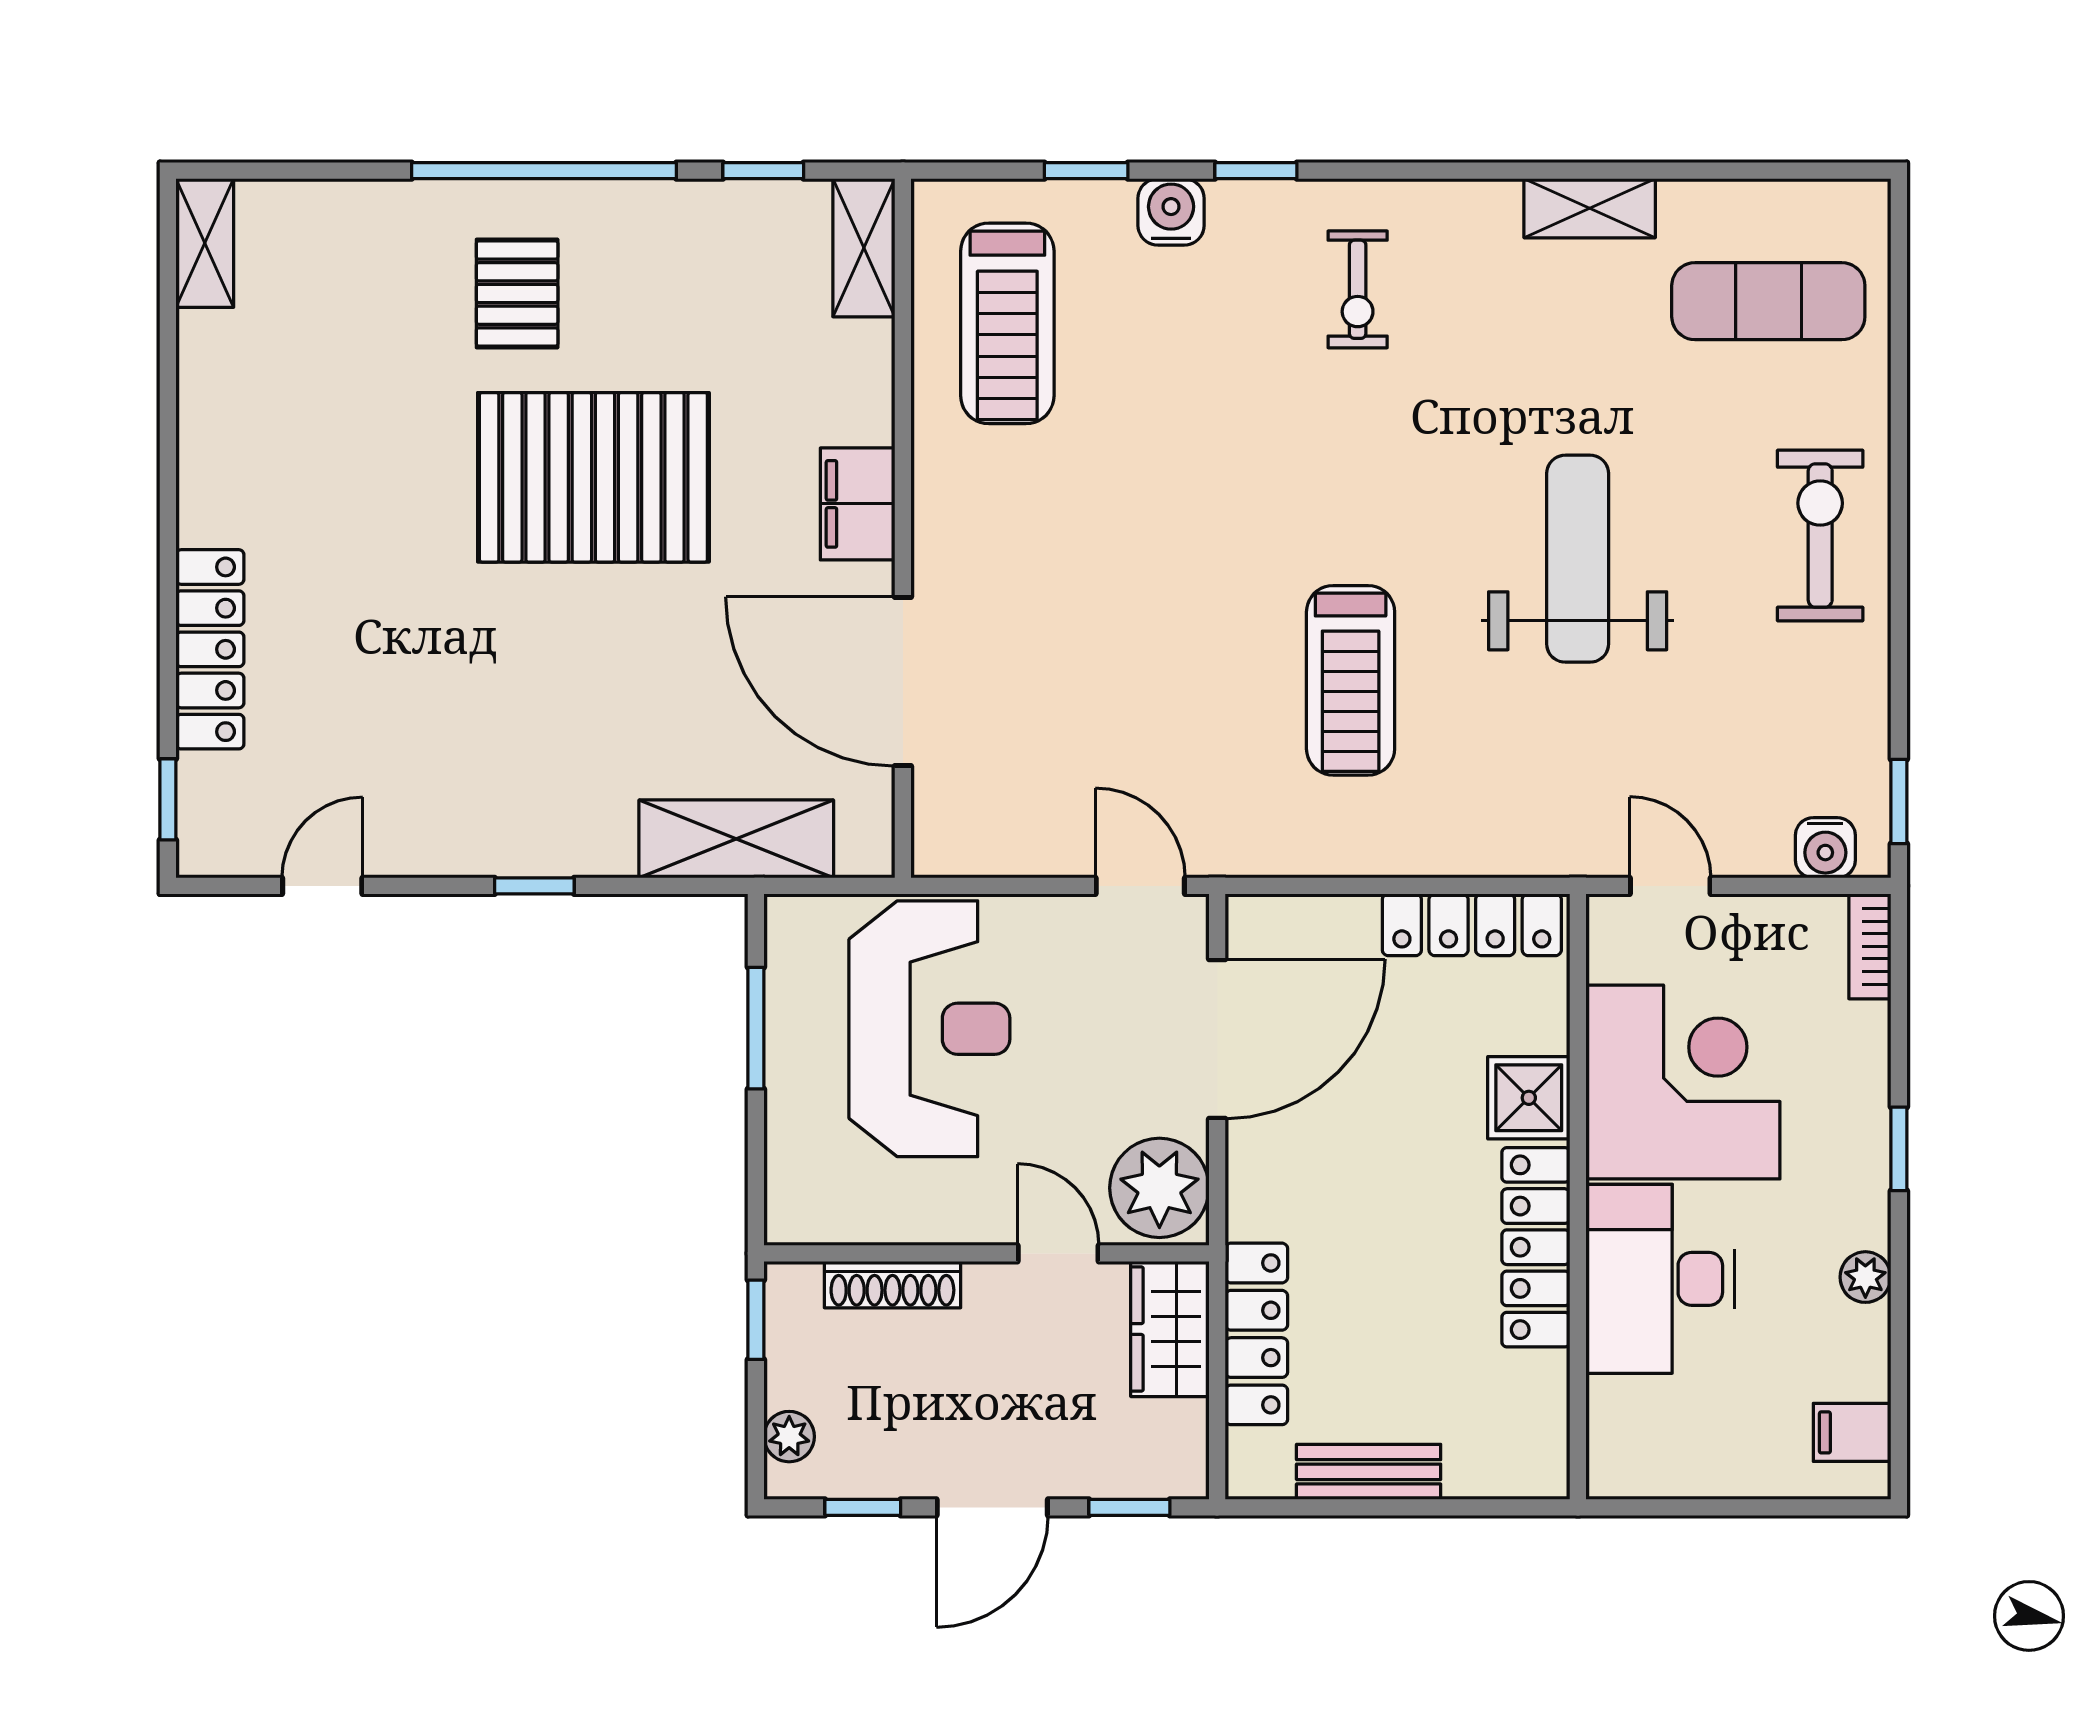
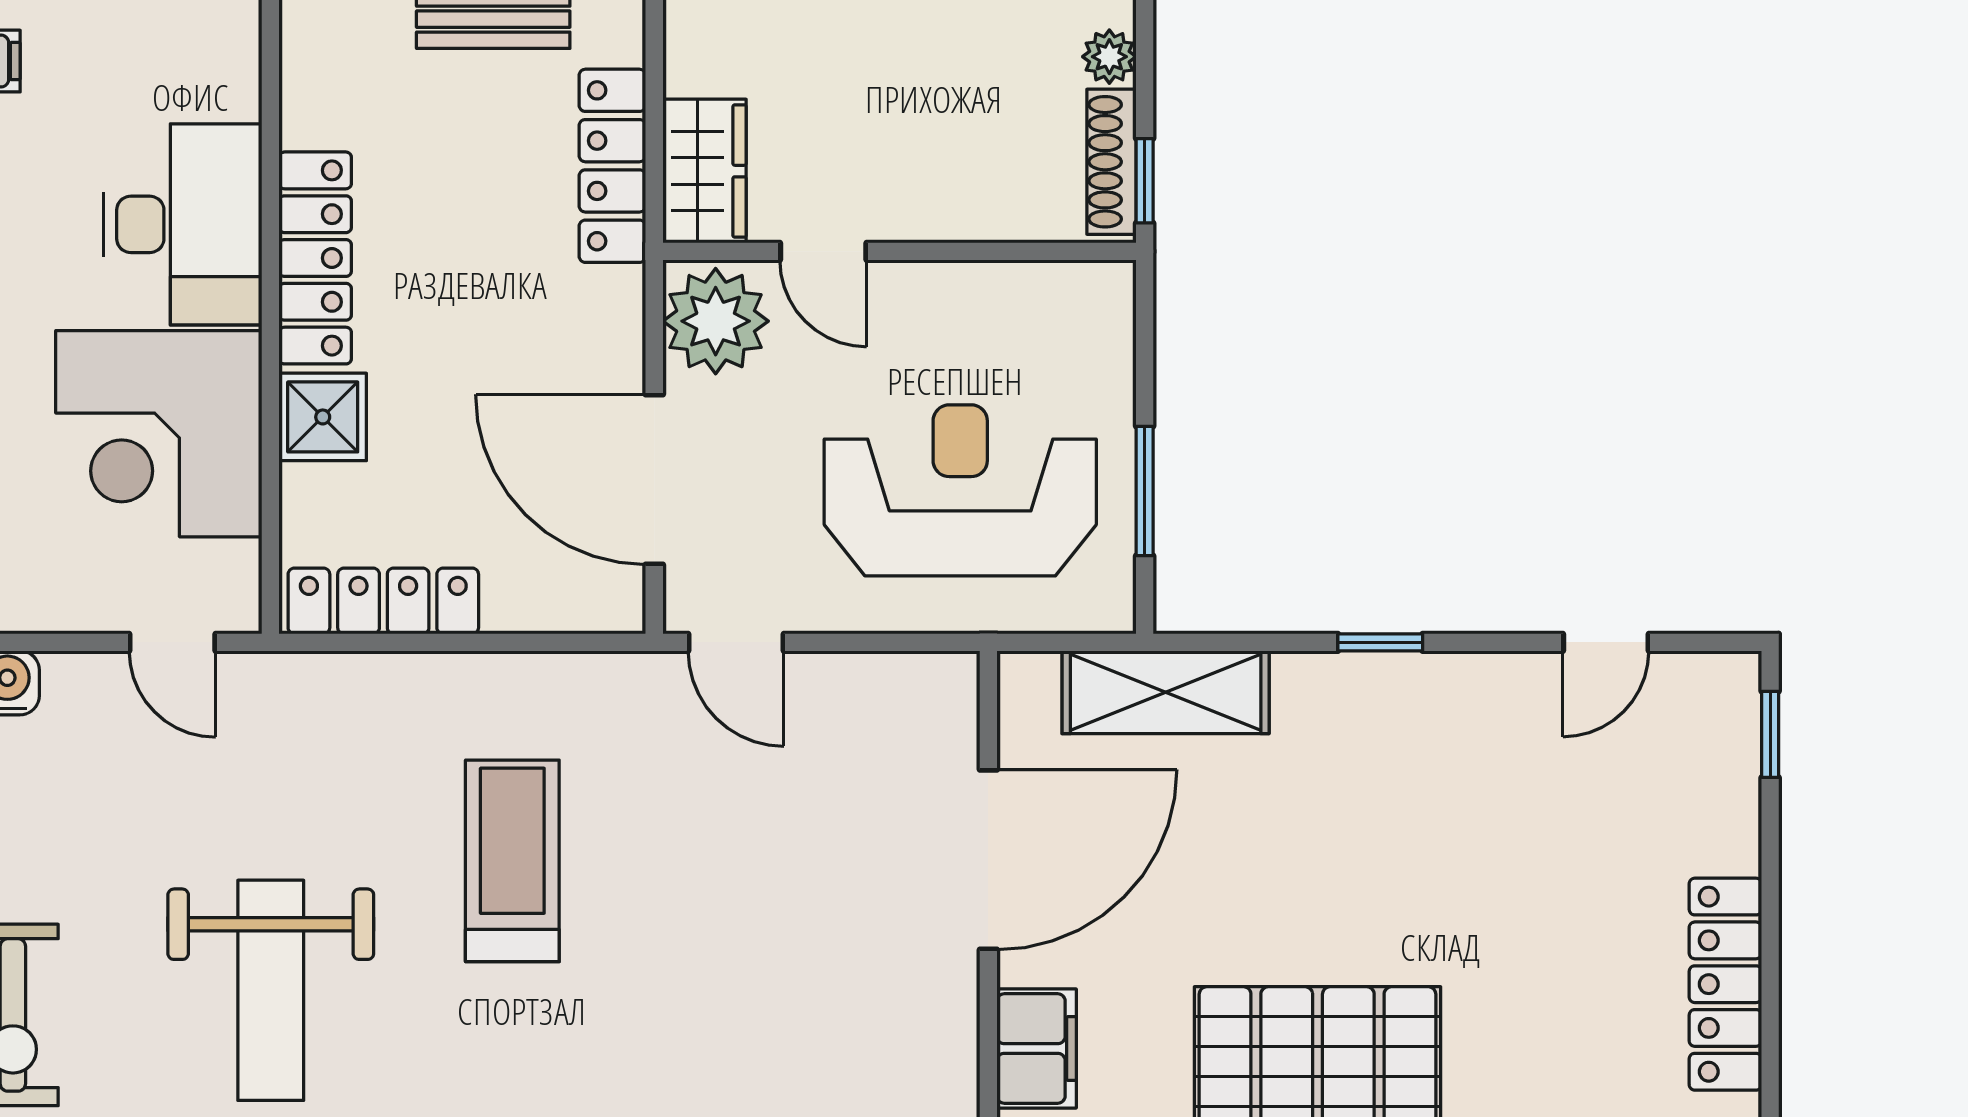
locker: (210, 649) -> (1725, 984), moved
door: (903, 681) -> (988, 860), hinge flipped
reception desk: (929, 1029) -> (960, 490), turned 90
door: (1217, 1039) -> (654, 479), hinge flipped
shoe rack: (892, 1285) -> (1111, 162), moved, turned -90

